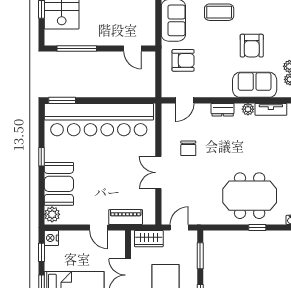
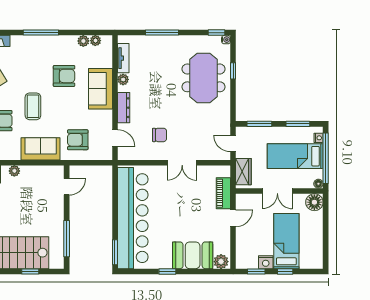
armchair: (183, 60) -> (78, 140), turned -90
sofa: (255, 85) -> (100, 89), moved
dresser: (223, 110) -> (124, 108), width x1.44
nightstand: (51, 238) -> (266, 262), moved

